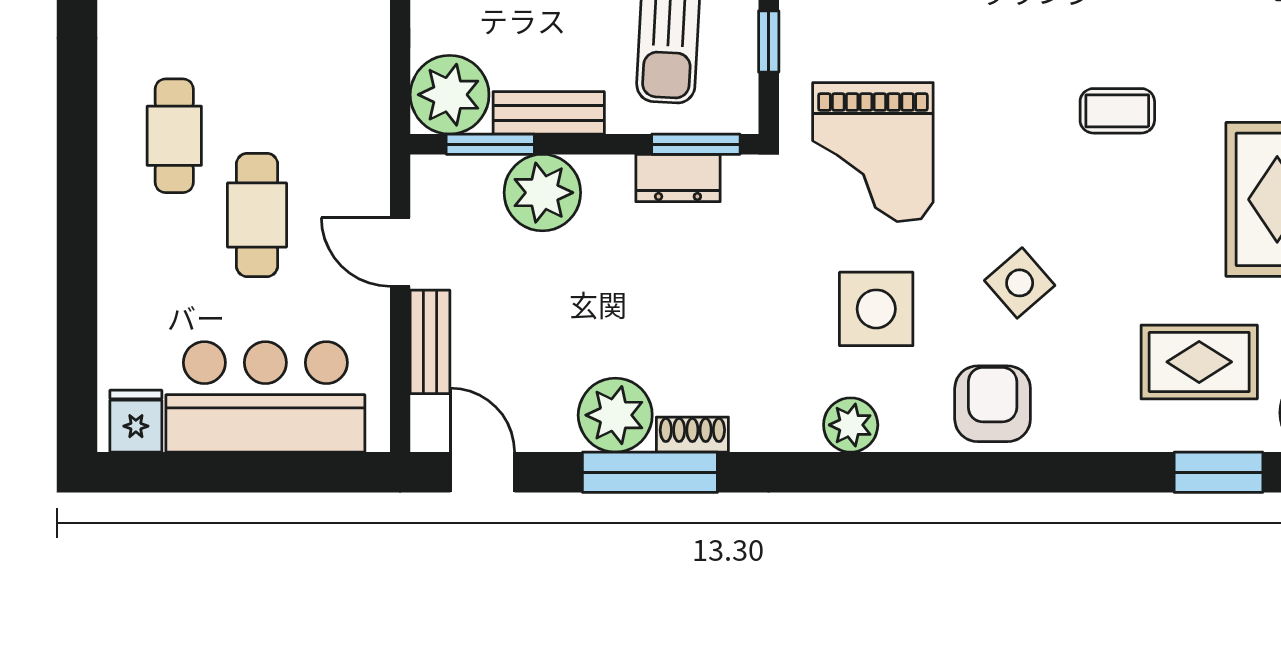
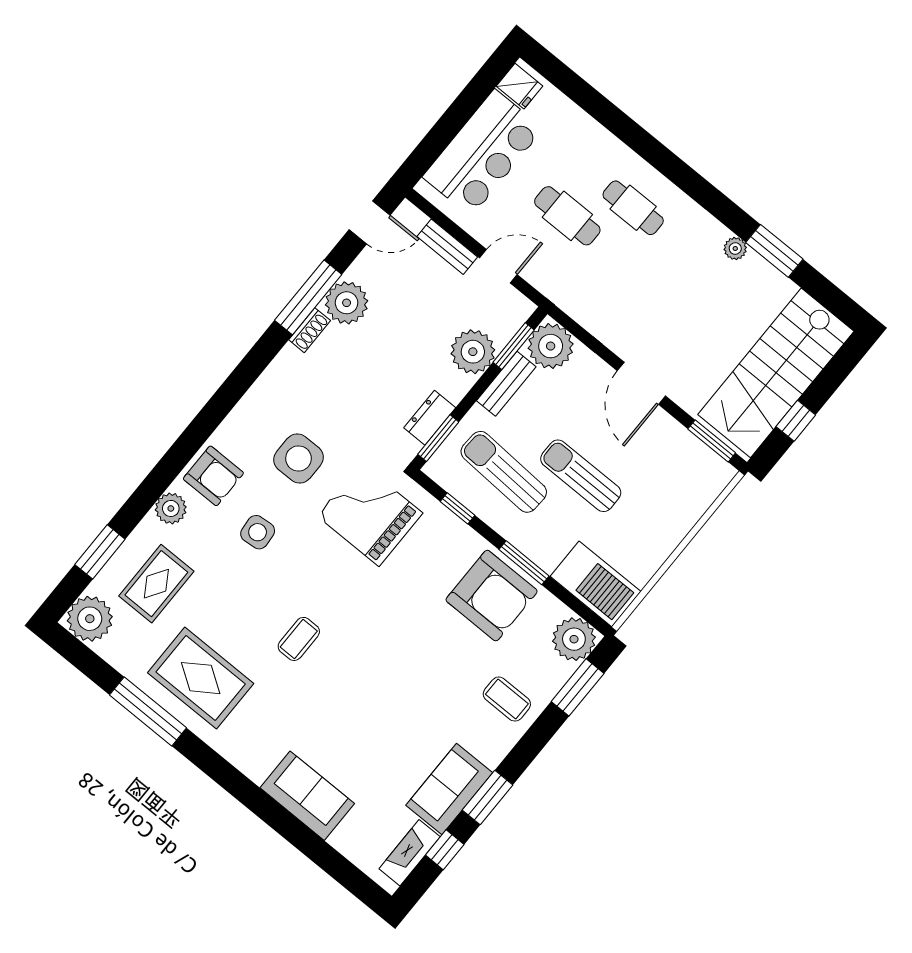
side table: (1020, 283) -> (258, 532), turned 36
plant: (851, 425) -> (171, 508), moved

